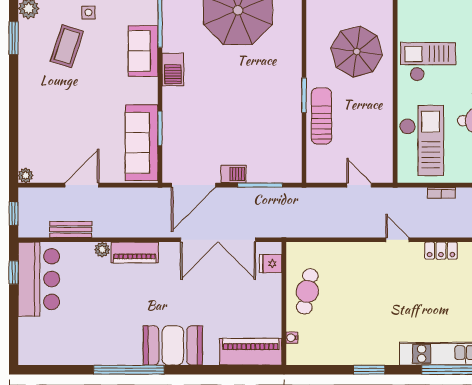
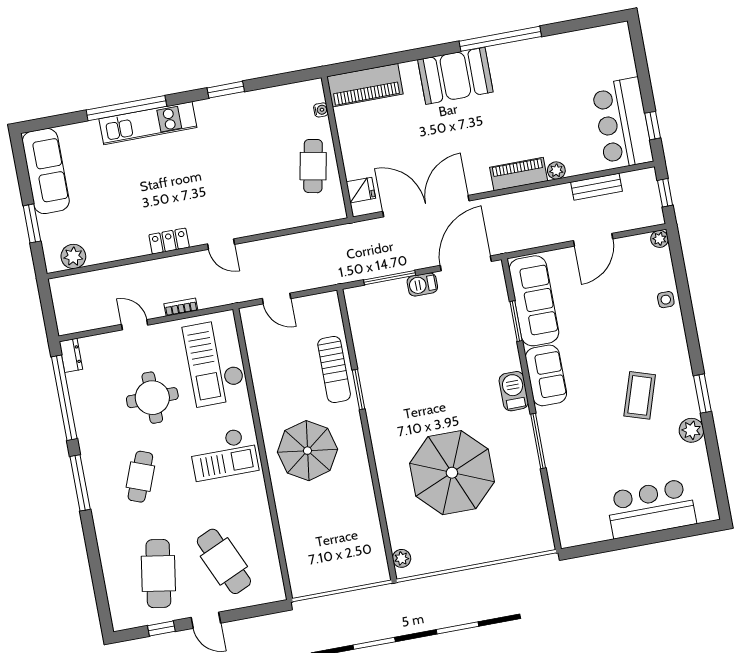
side table: (88, 12) -> (666, 300), moved
sofa: (143, 51) -> (546, 375), moved

